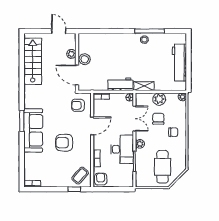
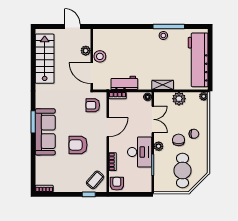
workbench: (179, 63) -> (198, 60), width x1.36, depth x1.32
workbench: (120, 84) -> (124, 83), moved
chair: (158, 119) -> (179, 140), moved

